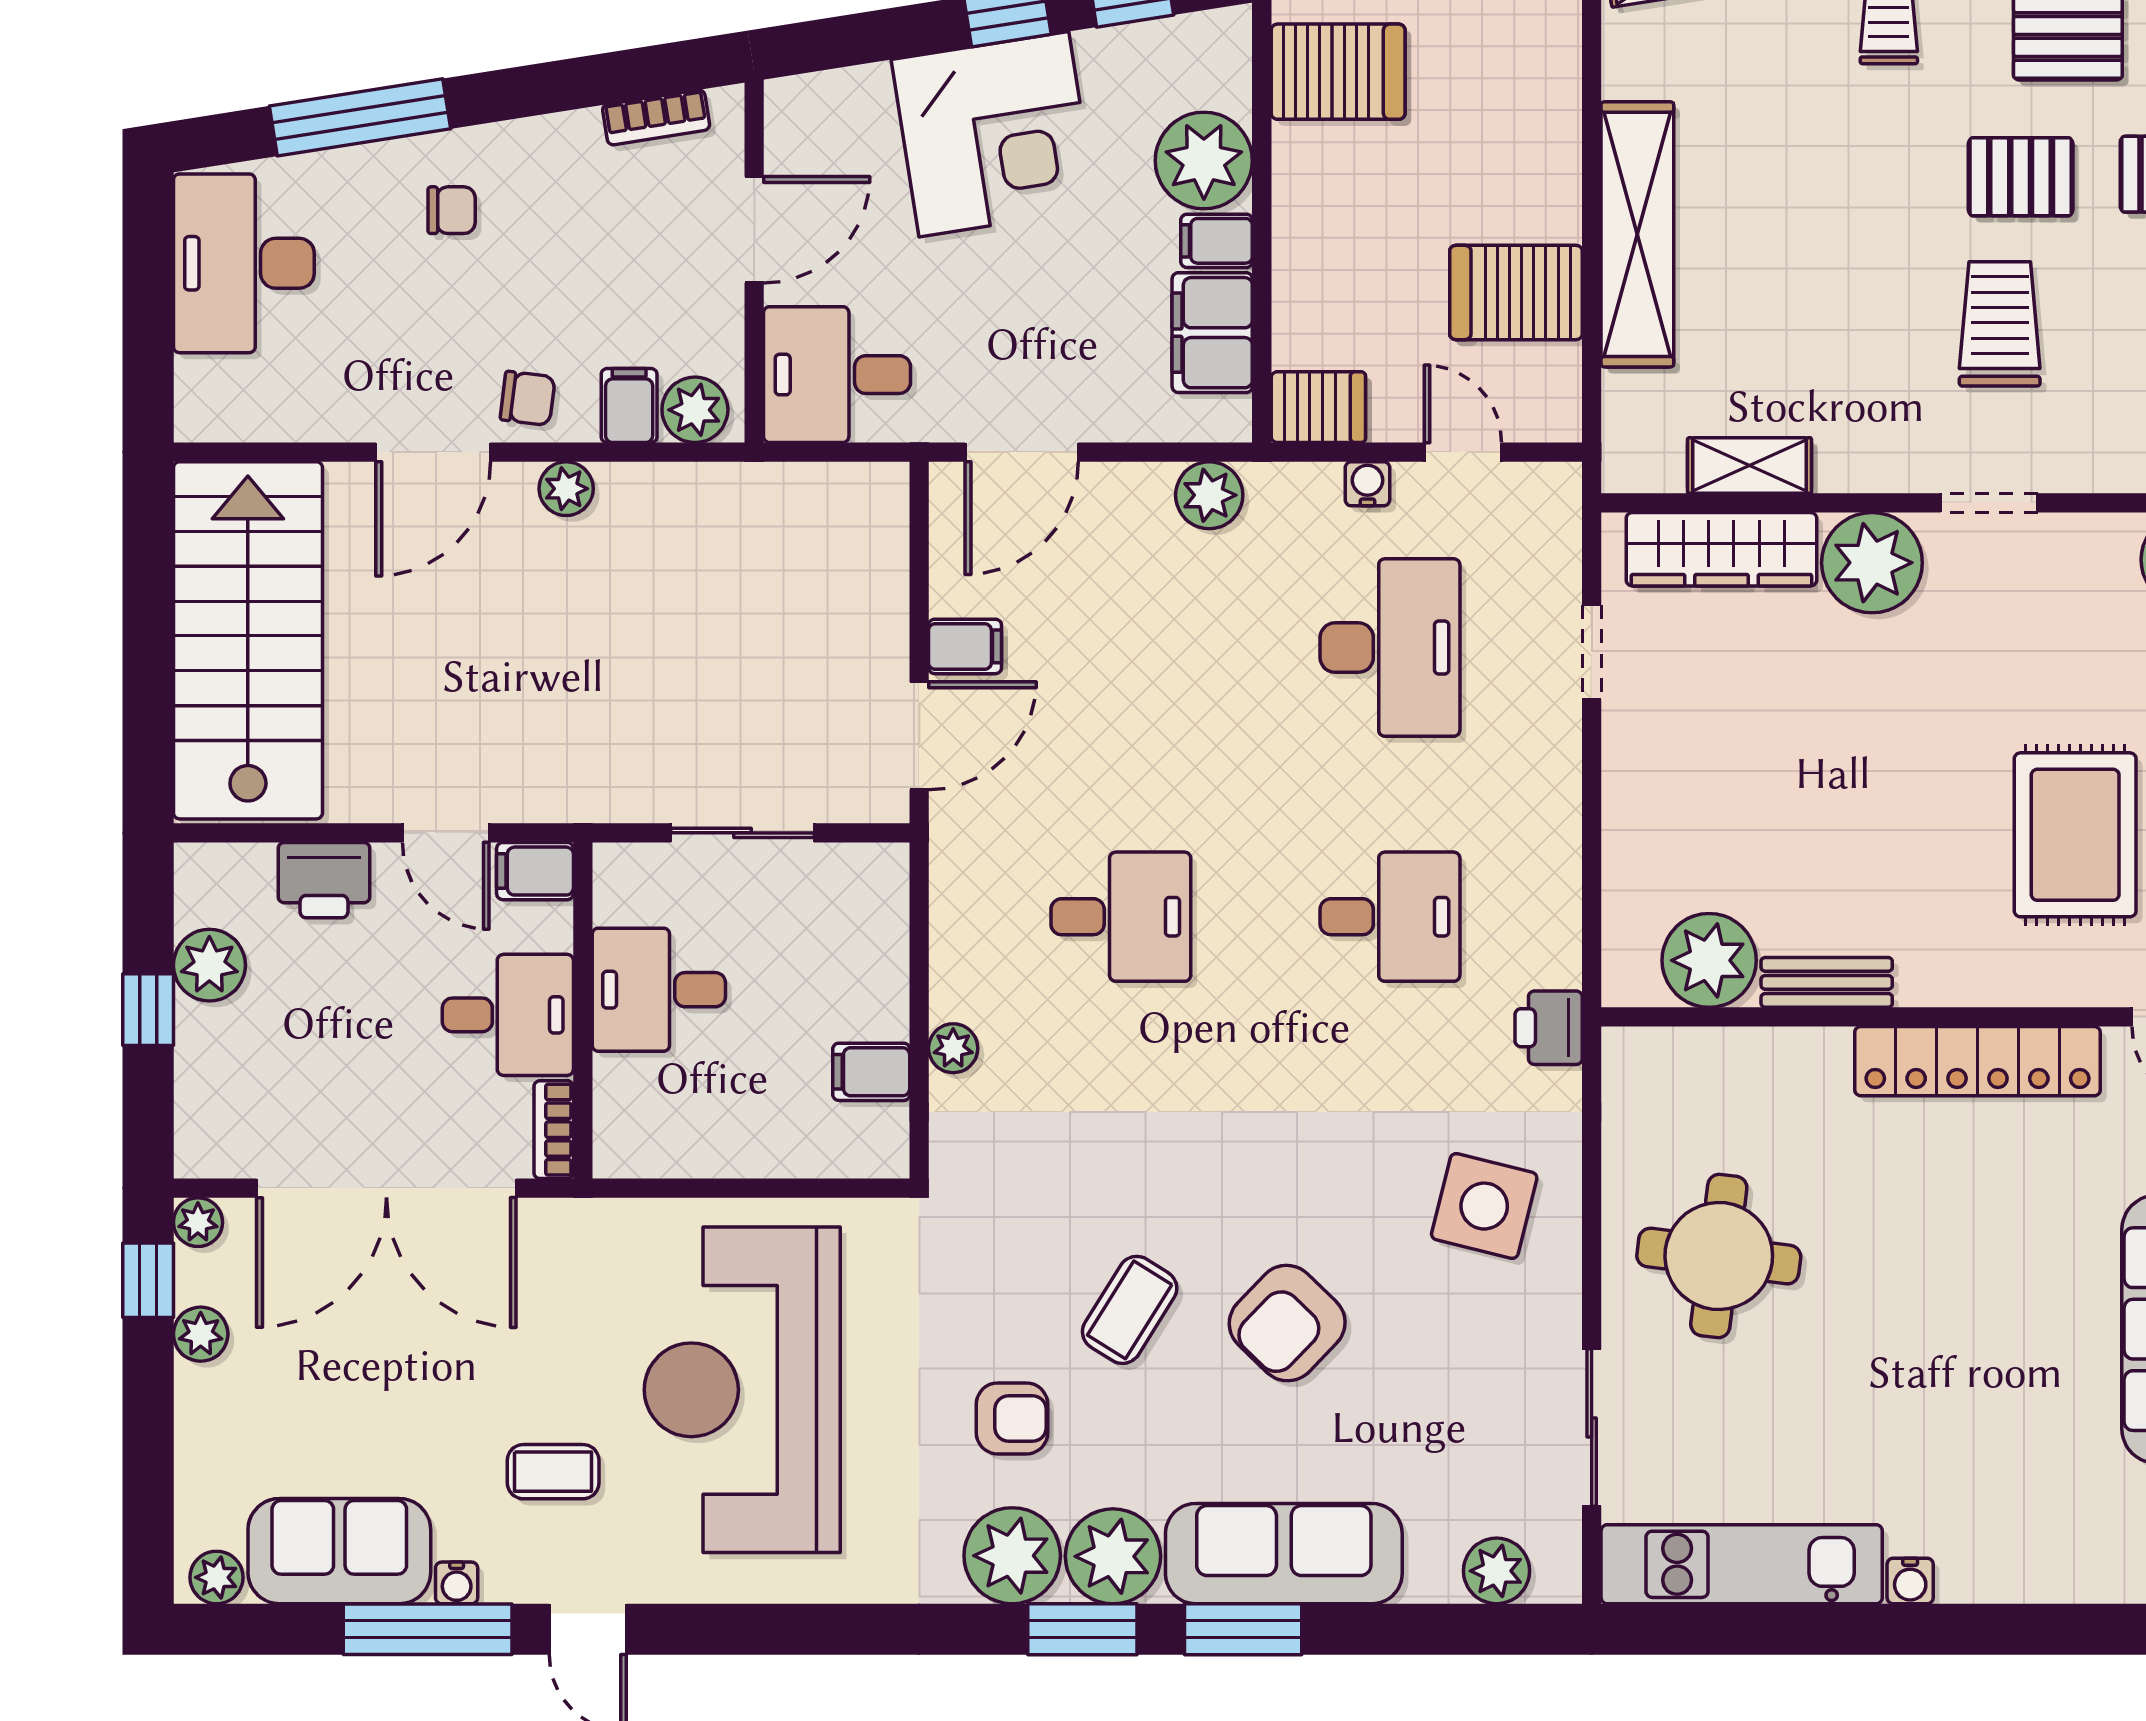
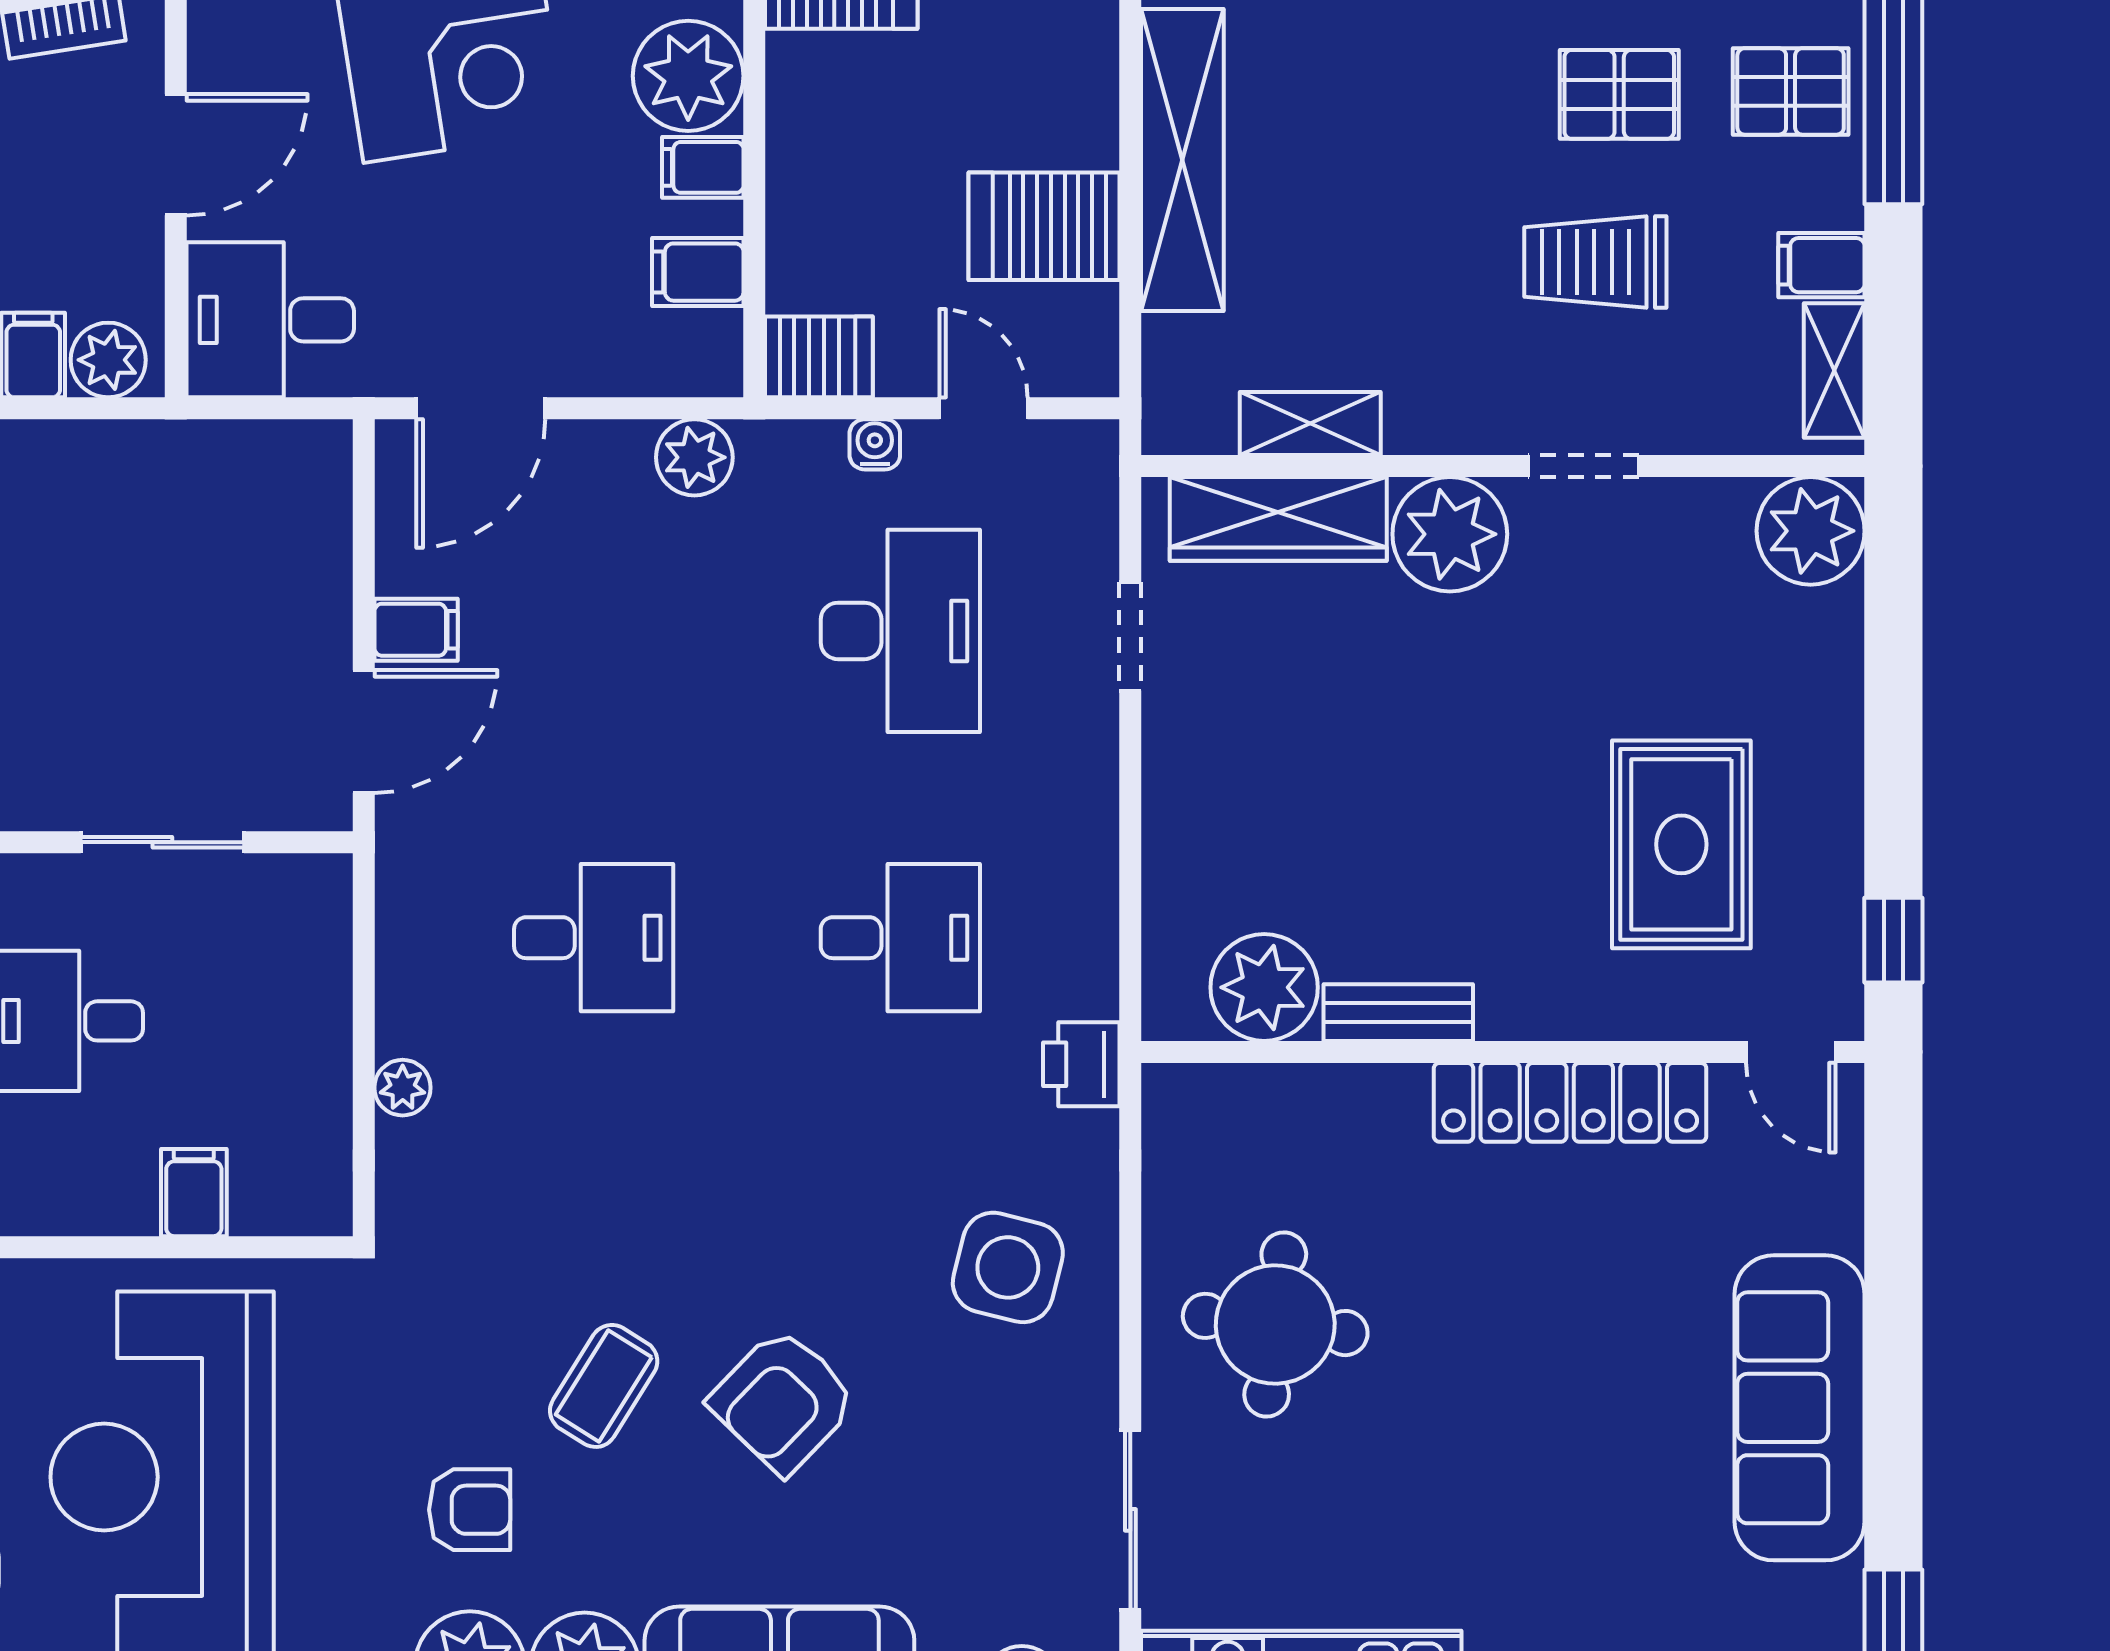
trolley: (2000, 324) -> (1595, 262), turned -90
filing cabinet: (1212, 333) -> (698, 272), width x0.50
filing cabinet: (871, 1072) -> (194, 1193), moved, turned 90

